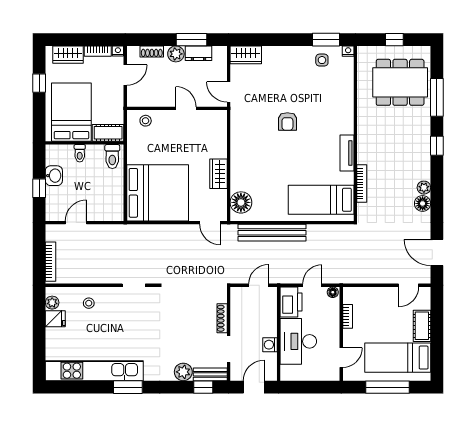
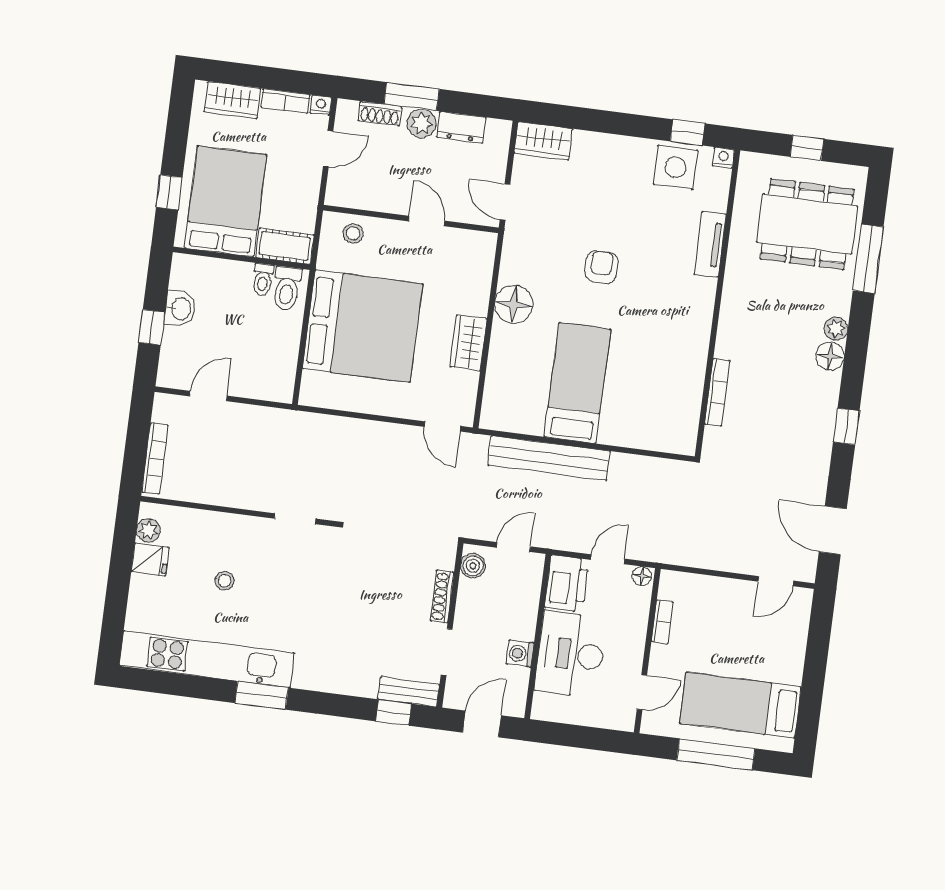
window: (191, 40) -> (412, 97), moved
window: (326, 40) -> (687, 132), width x0.67
side table: (322, 60) -> (676, 167), width x1.87, depth x1.87
window: (39, 83) -> (169, 192), moved
armchair: (287, 121) -> (601, 267), turned 180
window: (437, 146) -> (846, 426), moved
toilet: (80, 153) -> (263, 280), moved
tv unit: (347, 153) -> (710, 244), moved
plant: (424, 188) -> (836, 329), moved
bed: (158, 193) -> (363, 326), moved
bed: (321, 200) -> (577, 383), moved, turned 90
floor lamp: (241, 202) -> (514, 304), moved
floor lamp: (423, 203) -> (830, 356), moved
boiler: (237, 299) -> (473, 566), added
stool: (89, 303) -> (225, 581), moved
cot: (422, 326) -> (790, 655), removed
plant: (183, 372) -> (362, 681), removed

